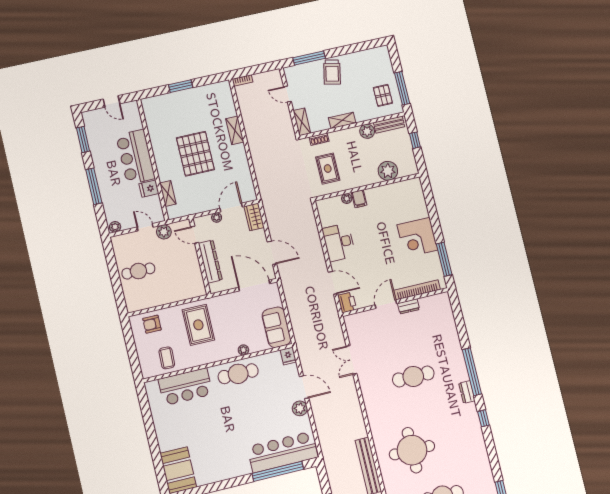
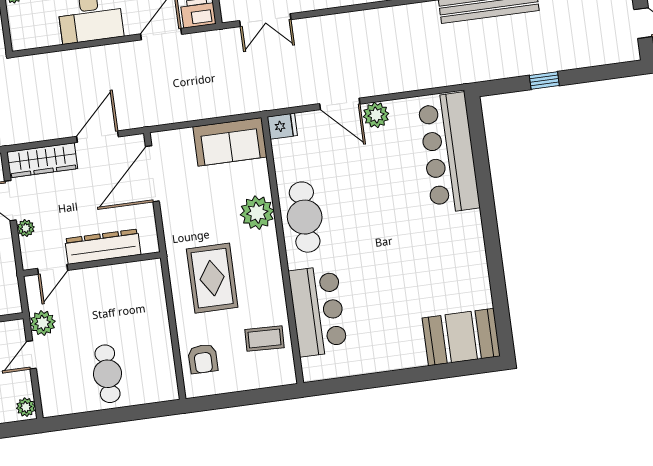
wardrobe: (254, 217) -> (42, 160), width x1.50
rug: (198, 325) -> (212, 278), turned 90
plant: (243, 350) -> (257, 213), width x1.88, depth x1.88
double door: (352, 360) -> (265, 20), moved
door: (304, 387) -> (340, 104), swing flipped
window: (278, 471) -> (481, 165), removed

